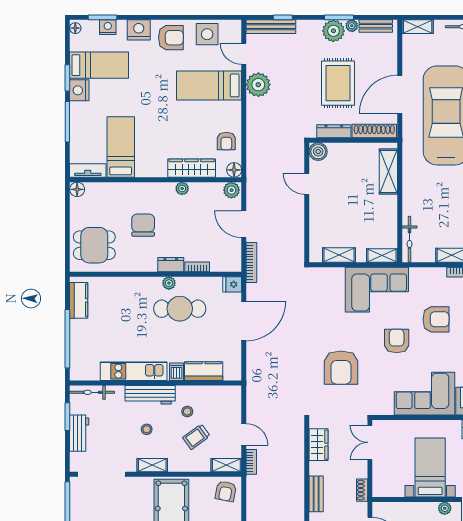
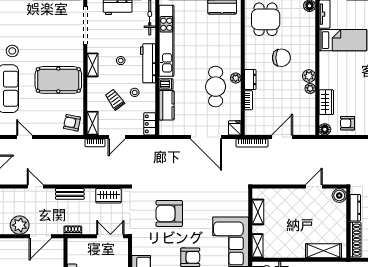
wardrobe: (192, 168) -> (326, 102), width x0.67
plant: (231, 190) -> (309, 76), moved
kitchen unit: (134, 371) -> (166, 41), width x1.36
locker: (227, 392) -> (150, 124), added

